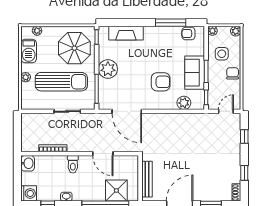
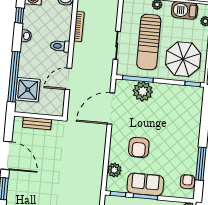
fireplace: (126, 33) -> (194, 115), removed
plant: (108, 69) -> (143, 91), moved
bench: (147, 179) -> (37, 123), width x0.73

